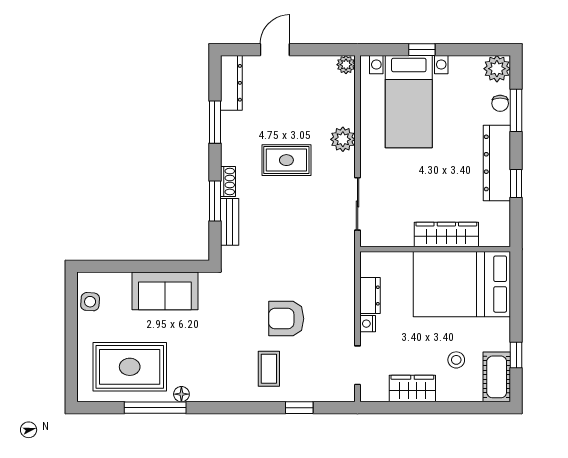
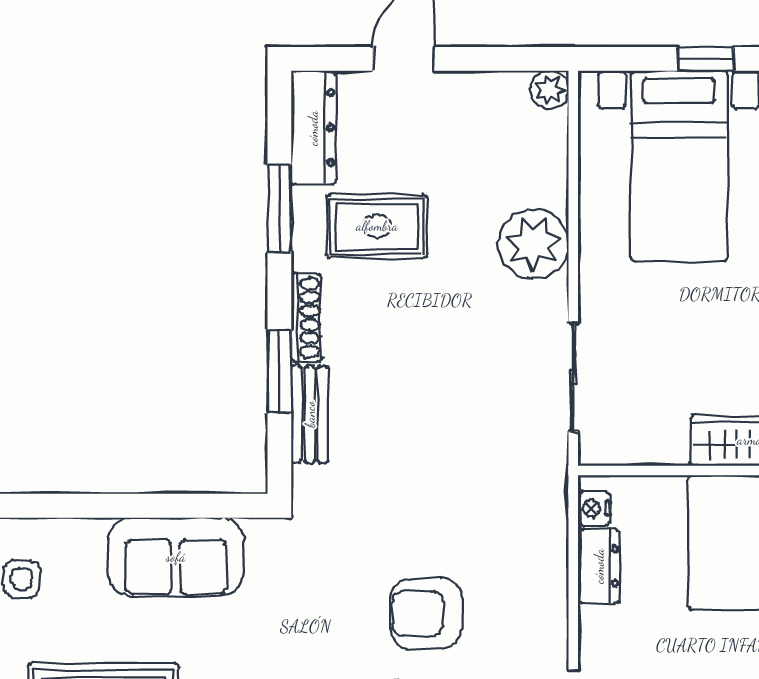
plant: (343, 139) -> (533, 244), width x1.36, depth x1.36
rug: (286, 160) -> (377, 226), moved
shoe rack: (228, 181) -> (306, 318), width x1.43
nightstand: (368, 324) -> (594, 508), moved

